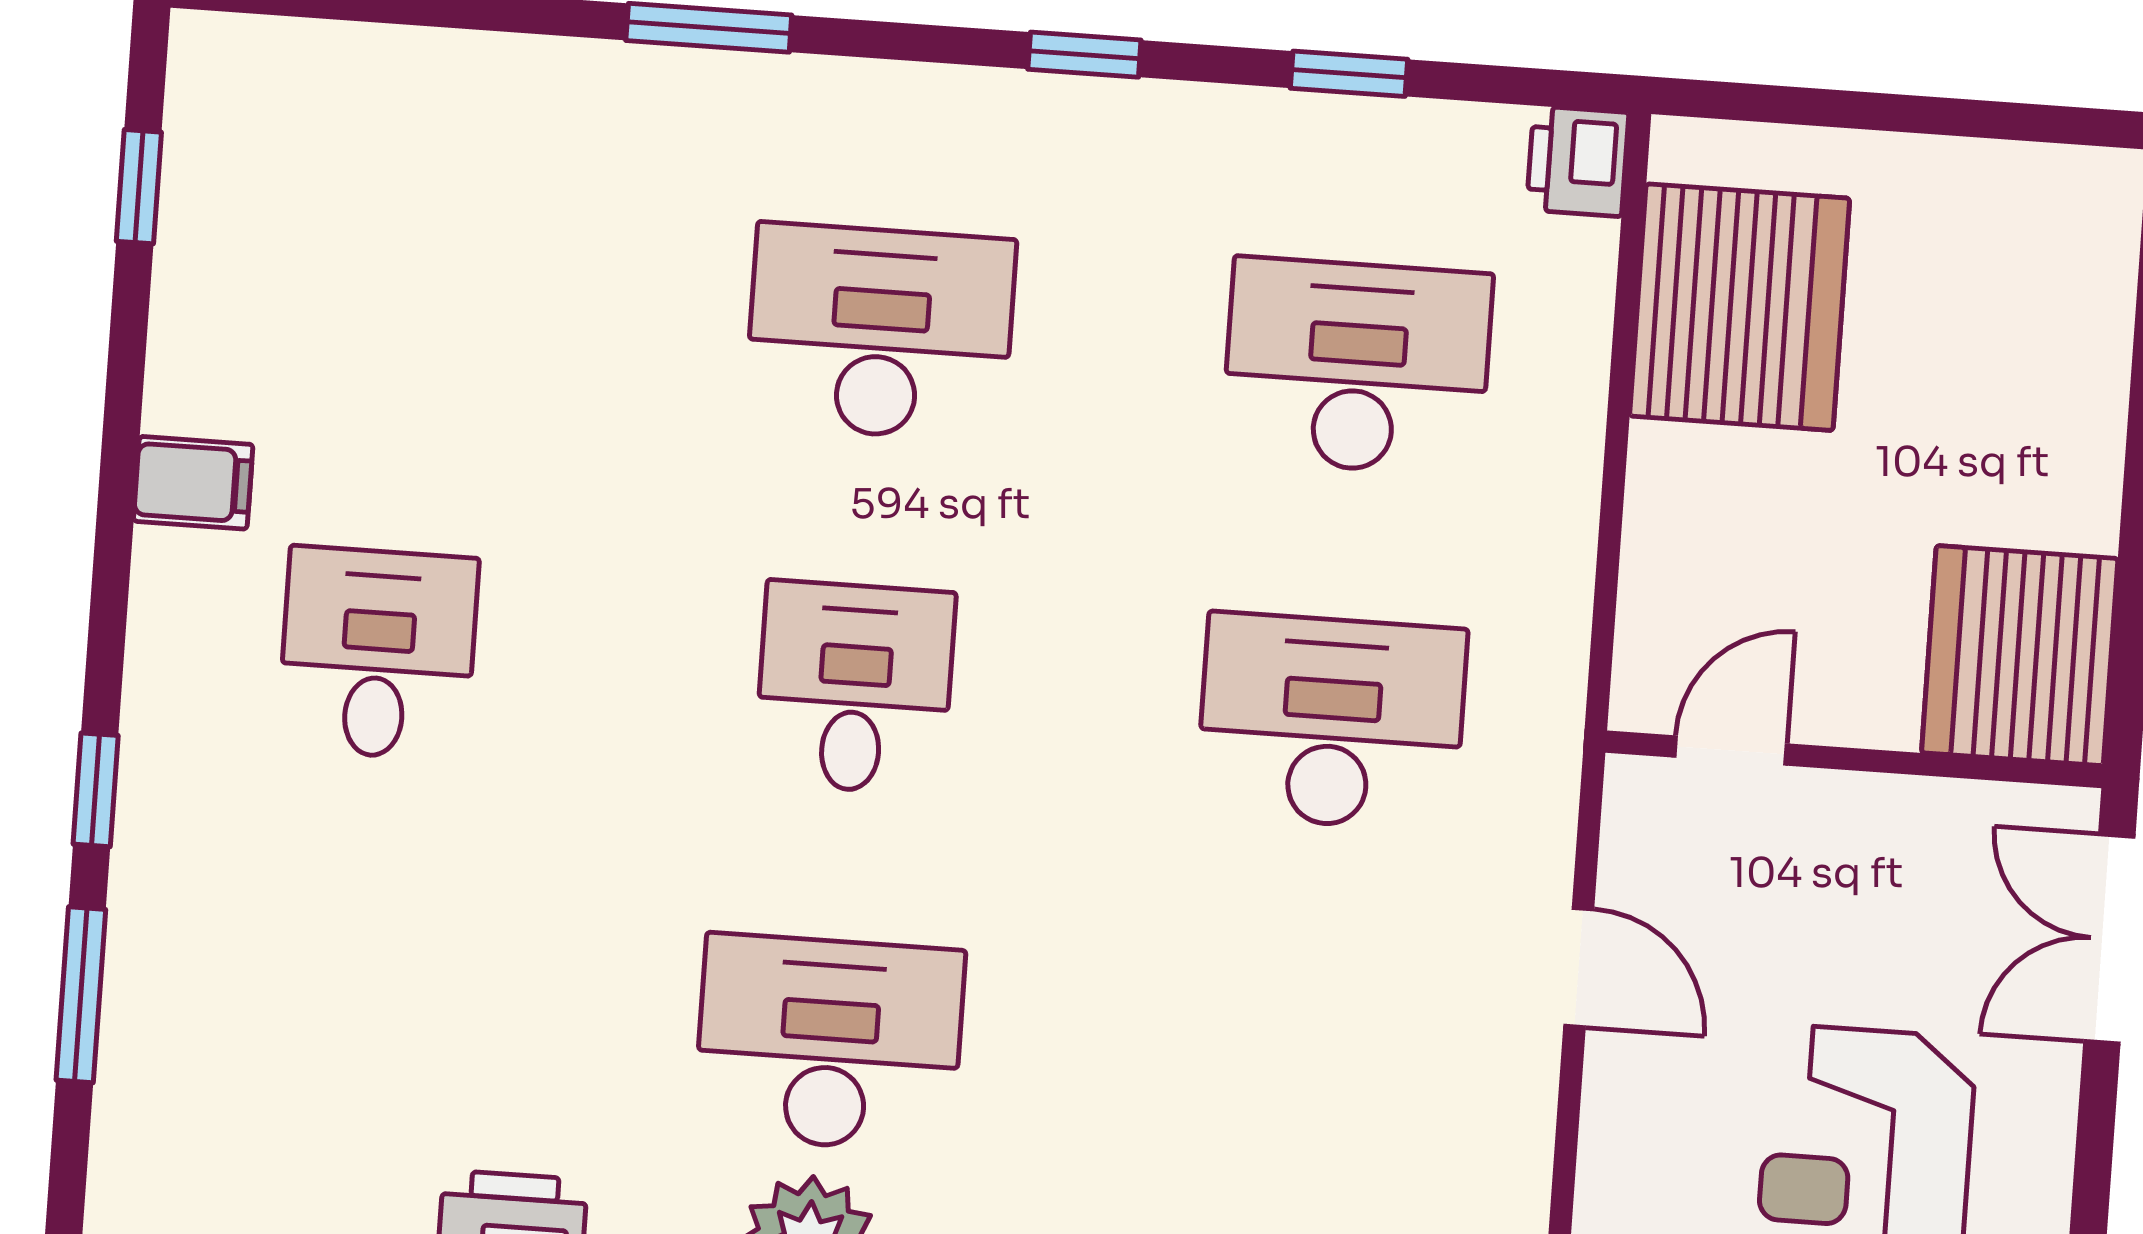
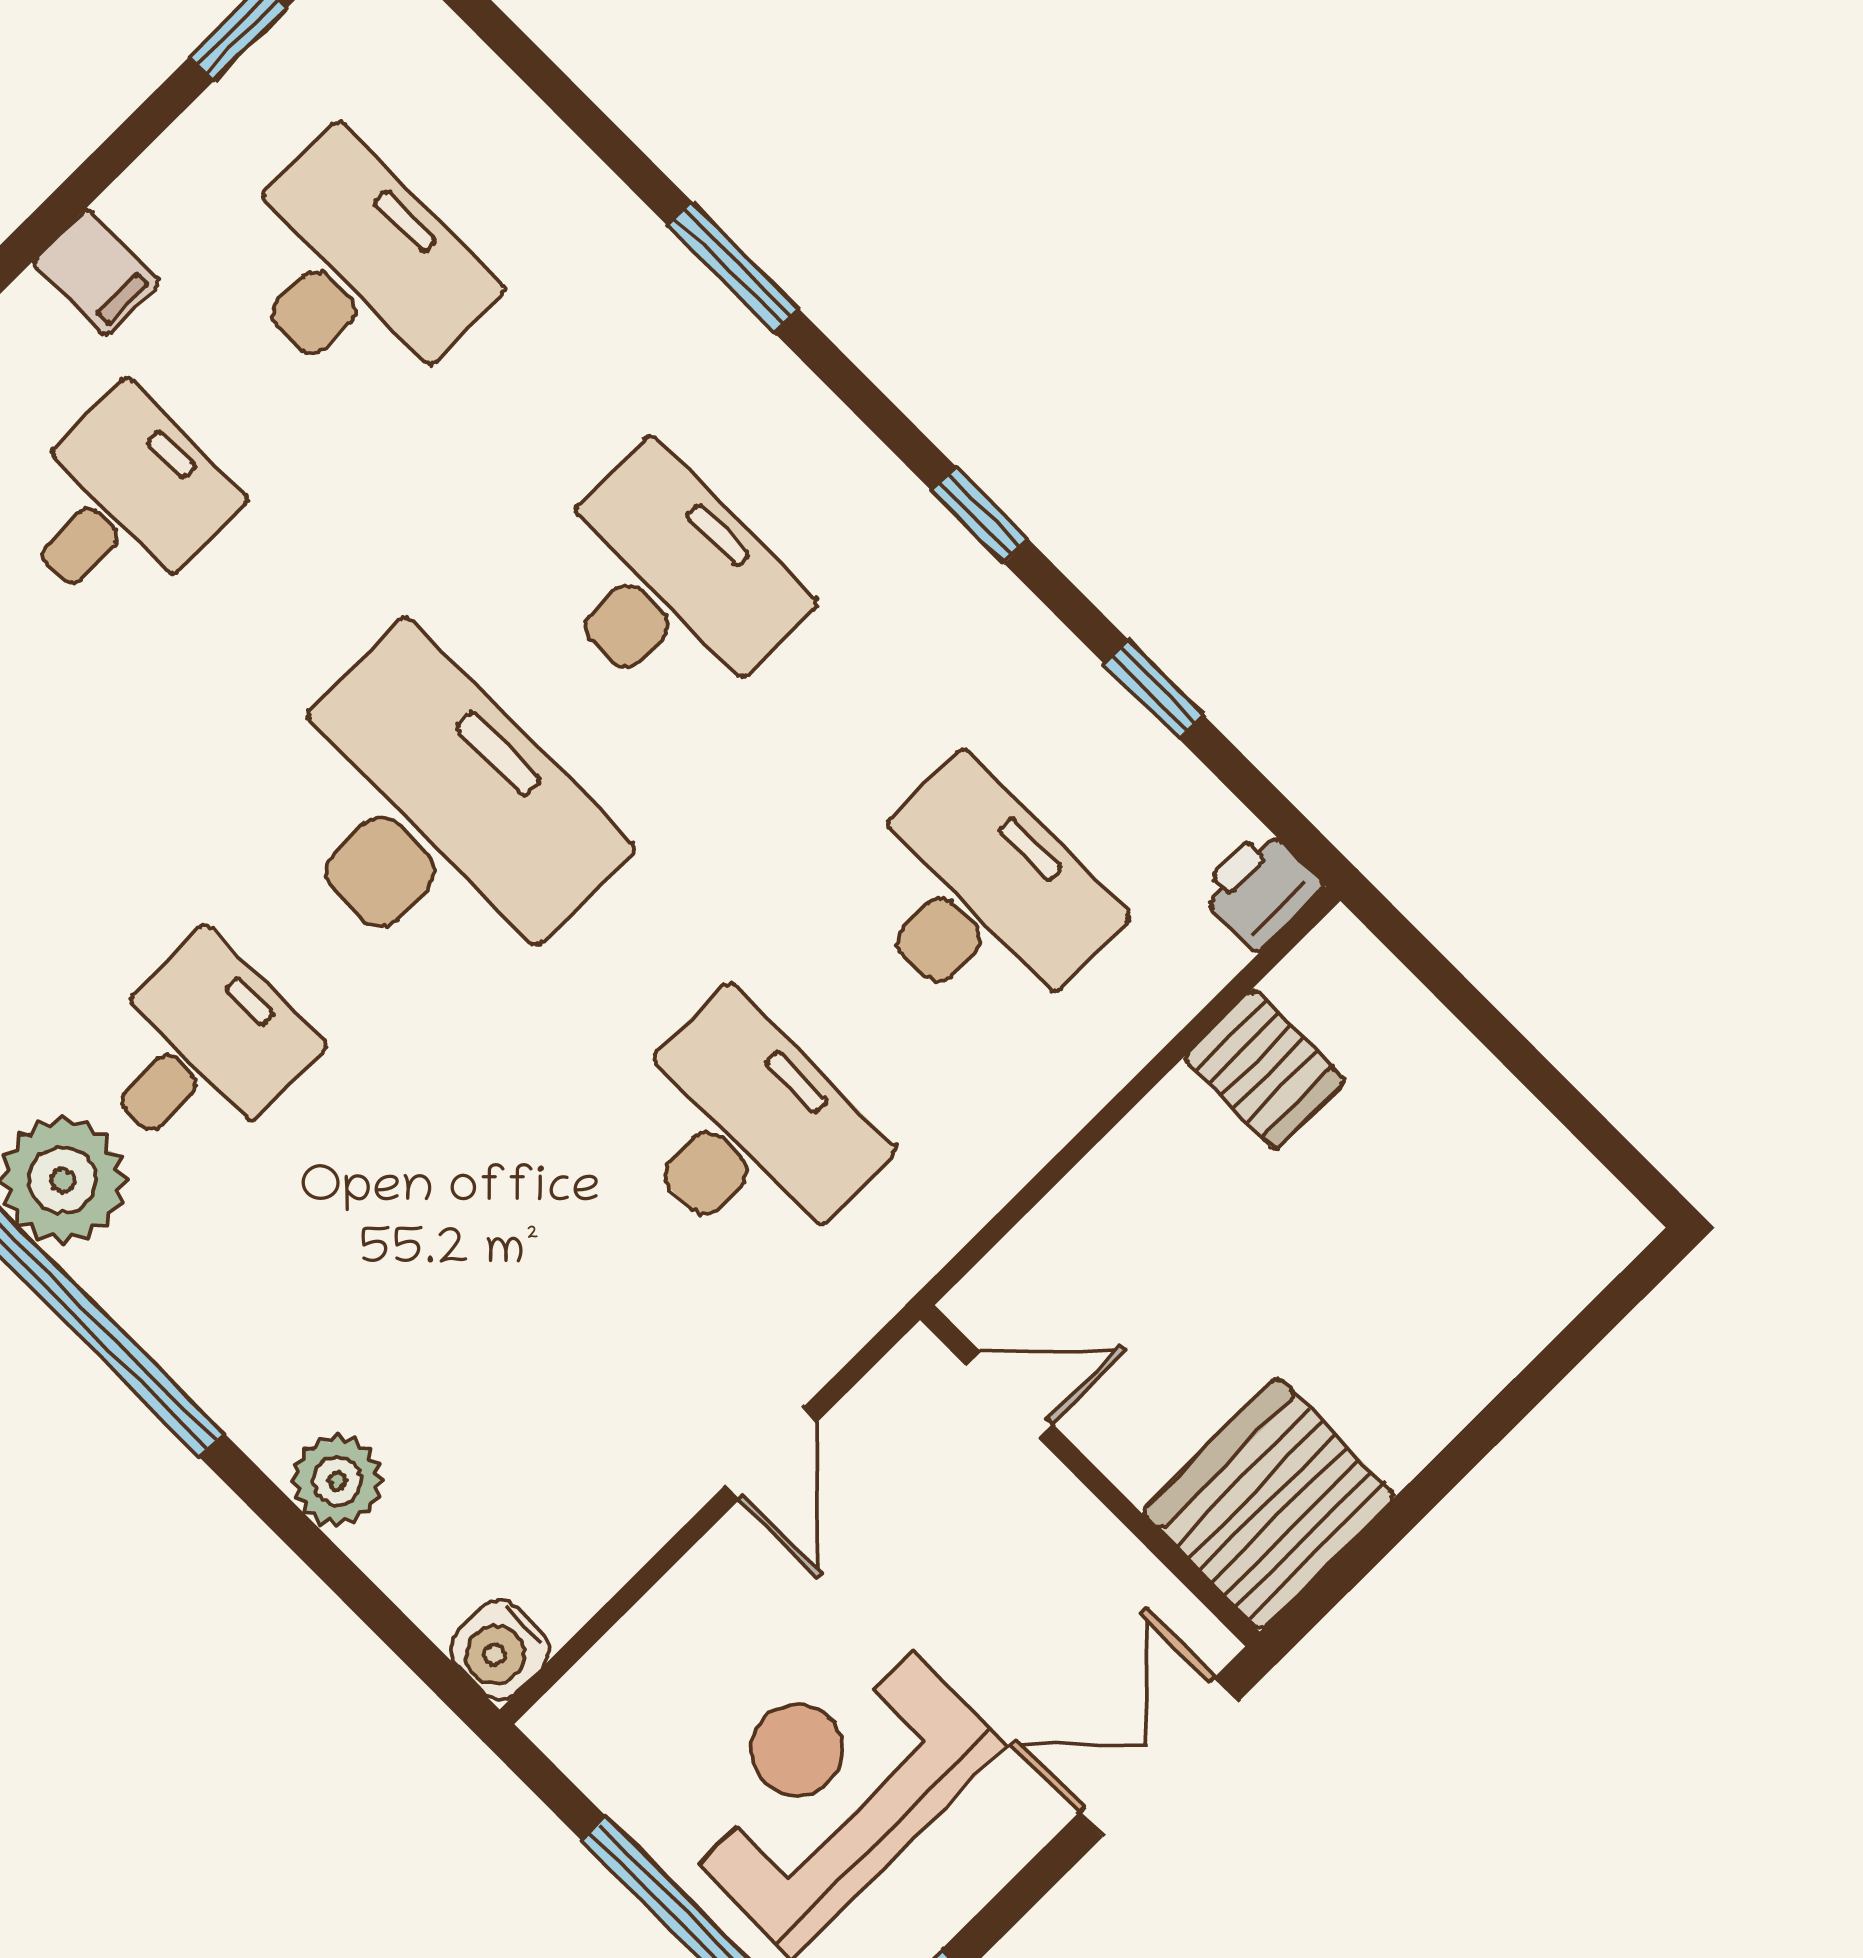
desk: (403, 298) -> (356, 271), added
server rack: (1740, 307) -> (1264, 1069), width x0.46, depth x0.70
desk: (855, 688) -> (434, 818), width x1.87, depth x1.30
desk: (829, 1043) -> (200, 1051), width x0.73

